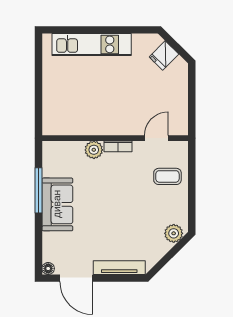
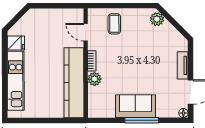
fridge: (164, 56) -> (16, 43), moved, turned -45
kitchen counter: (89, 122) -> (74, 83), added
window: (38, 190) -> (142, 120), moved
tv unit: (119, 268) -> (183, 65), width x0.71

